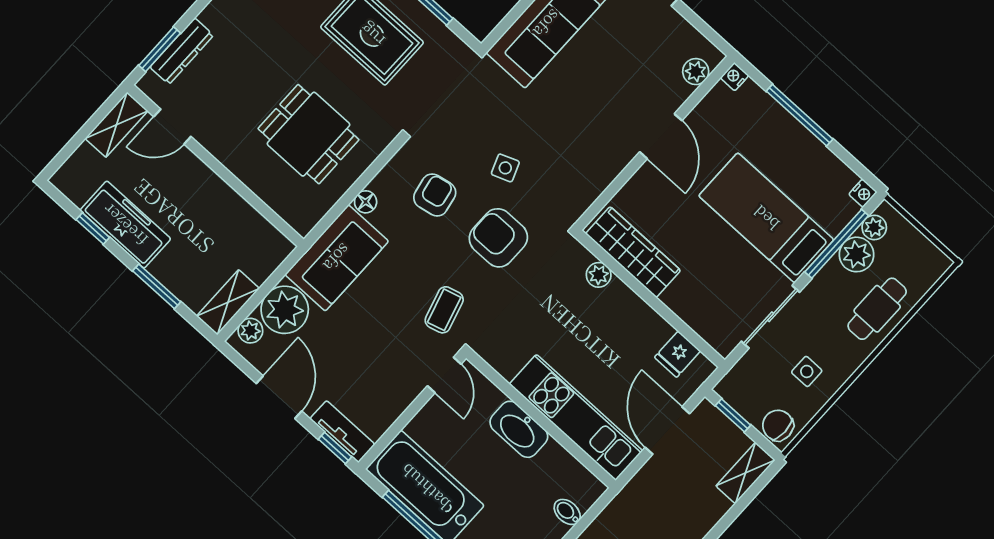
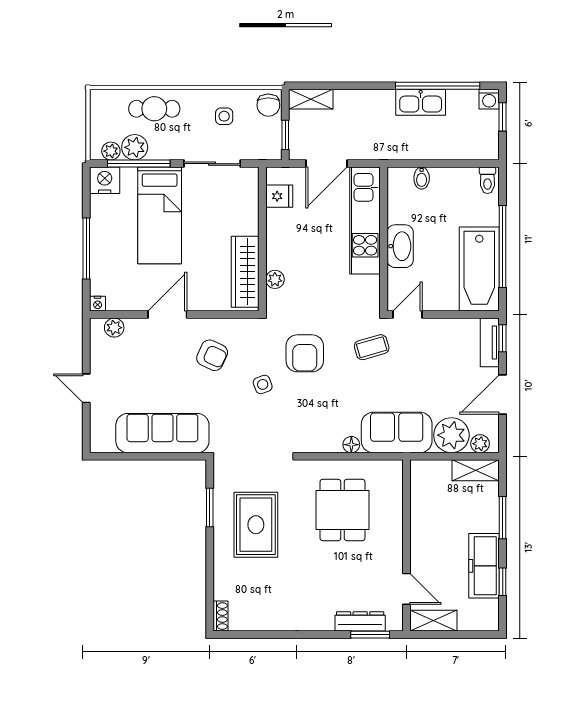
nightstand: (863, 193) -> (105, 180), width x1.89, depth x1.79
armchair: (435, 195) -> (212, 355), moved, turned -144

